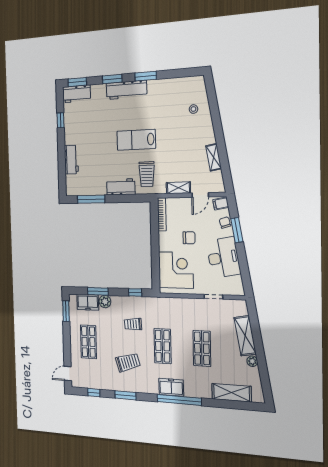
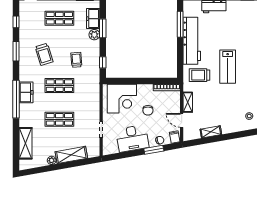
lab bench: (136, 140) -> (228, 67), turned 180
workbench: (121, 187) -> (192, 41), width x1.88, depth x1.32

